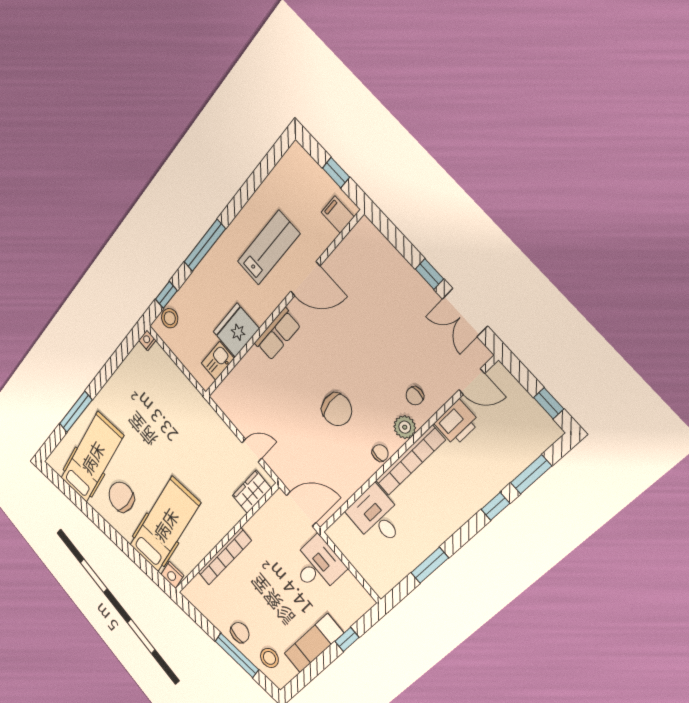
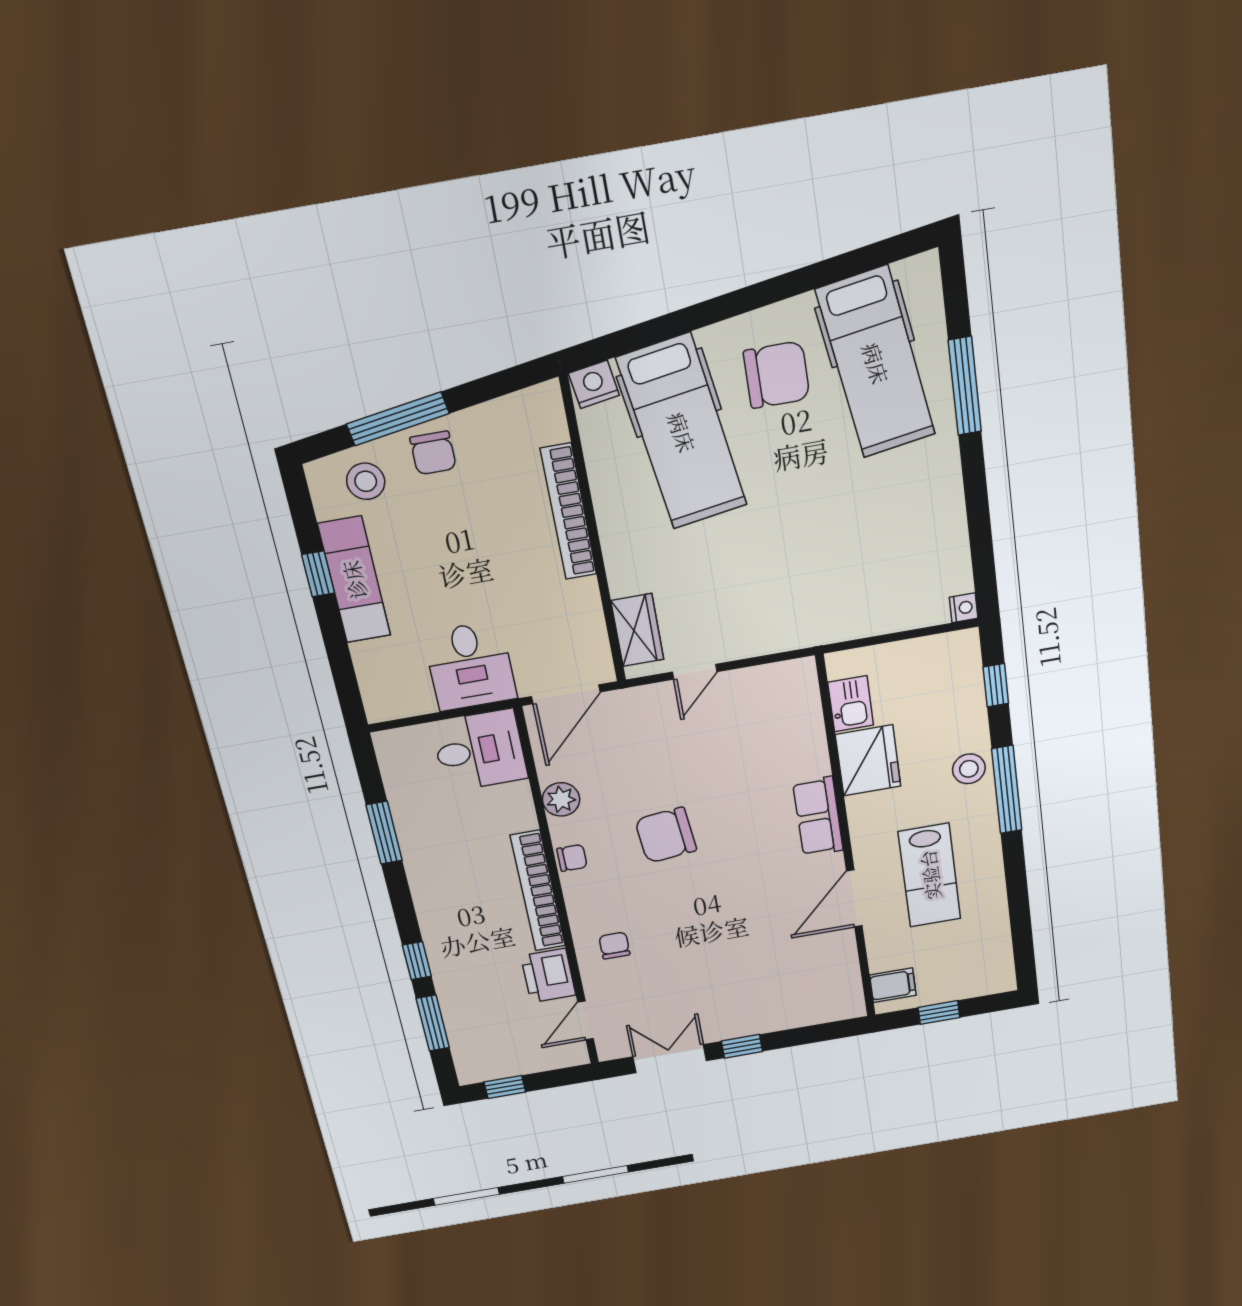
stool: (170, 318) -> (969, 769), moved
plant: (405, 427) -> (561, 799), moved
chair: (380, 453) -> (572, 858), turned -90
desk: (376, 517) -> (480, 750), moved
window: (347, 639) -> (318, 574), moved

